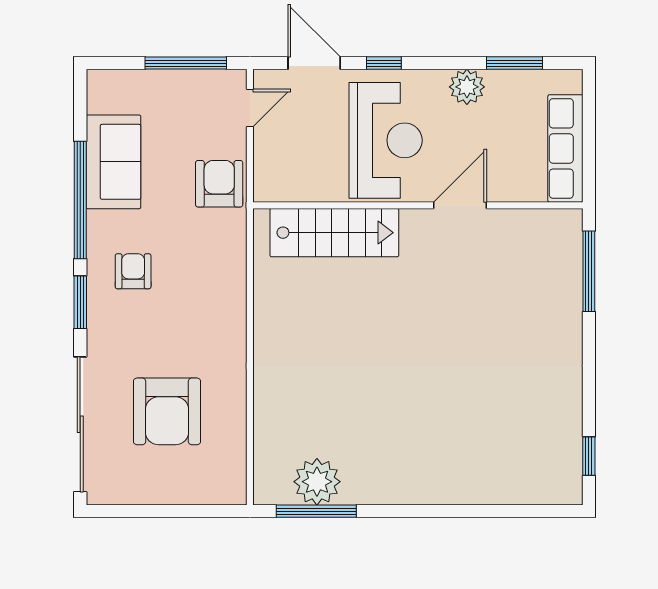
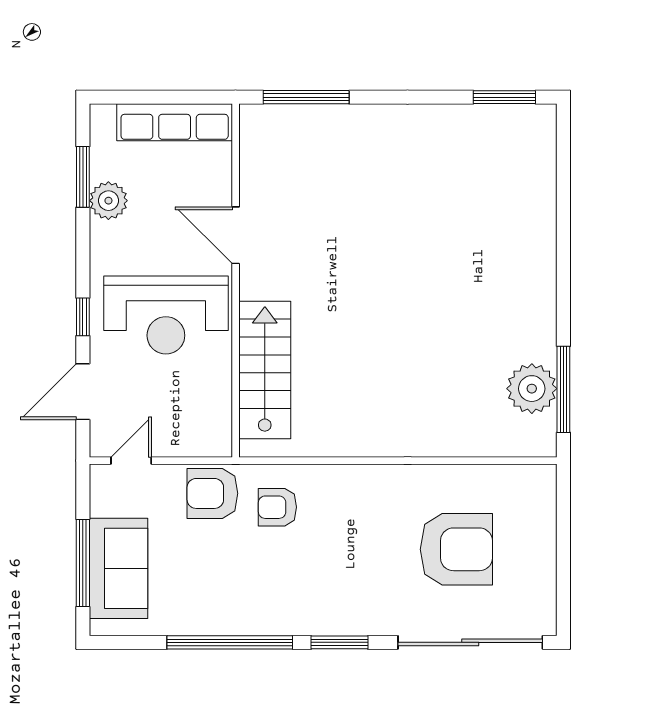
window: (186, 63) -> (83, 563), moved
plant: (467, 87) -> (108, 201), moved
door: (250, 108) -> (131, 461), hinge flipped
reception desk: (386, 140) -> (166, 315), turned 180
sofa: (113, 162) -> (119, 568), moved, turned 90
armchair: (133, 271) -> (277, 507), moved
window: (589, 456) -> (504, 97), width x1.50

